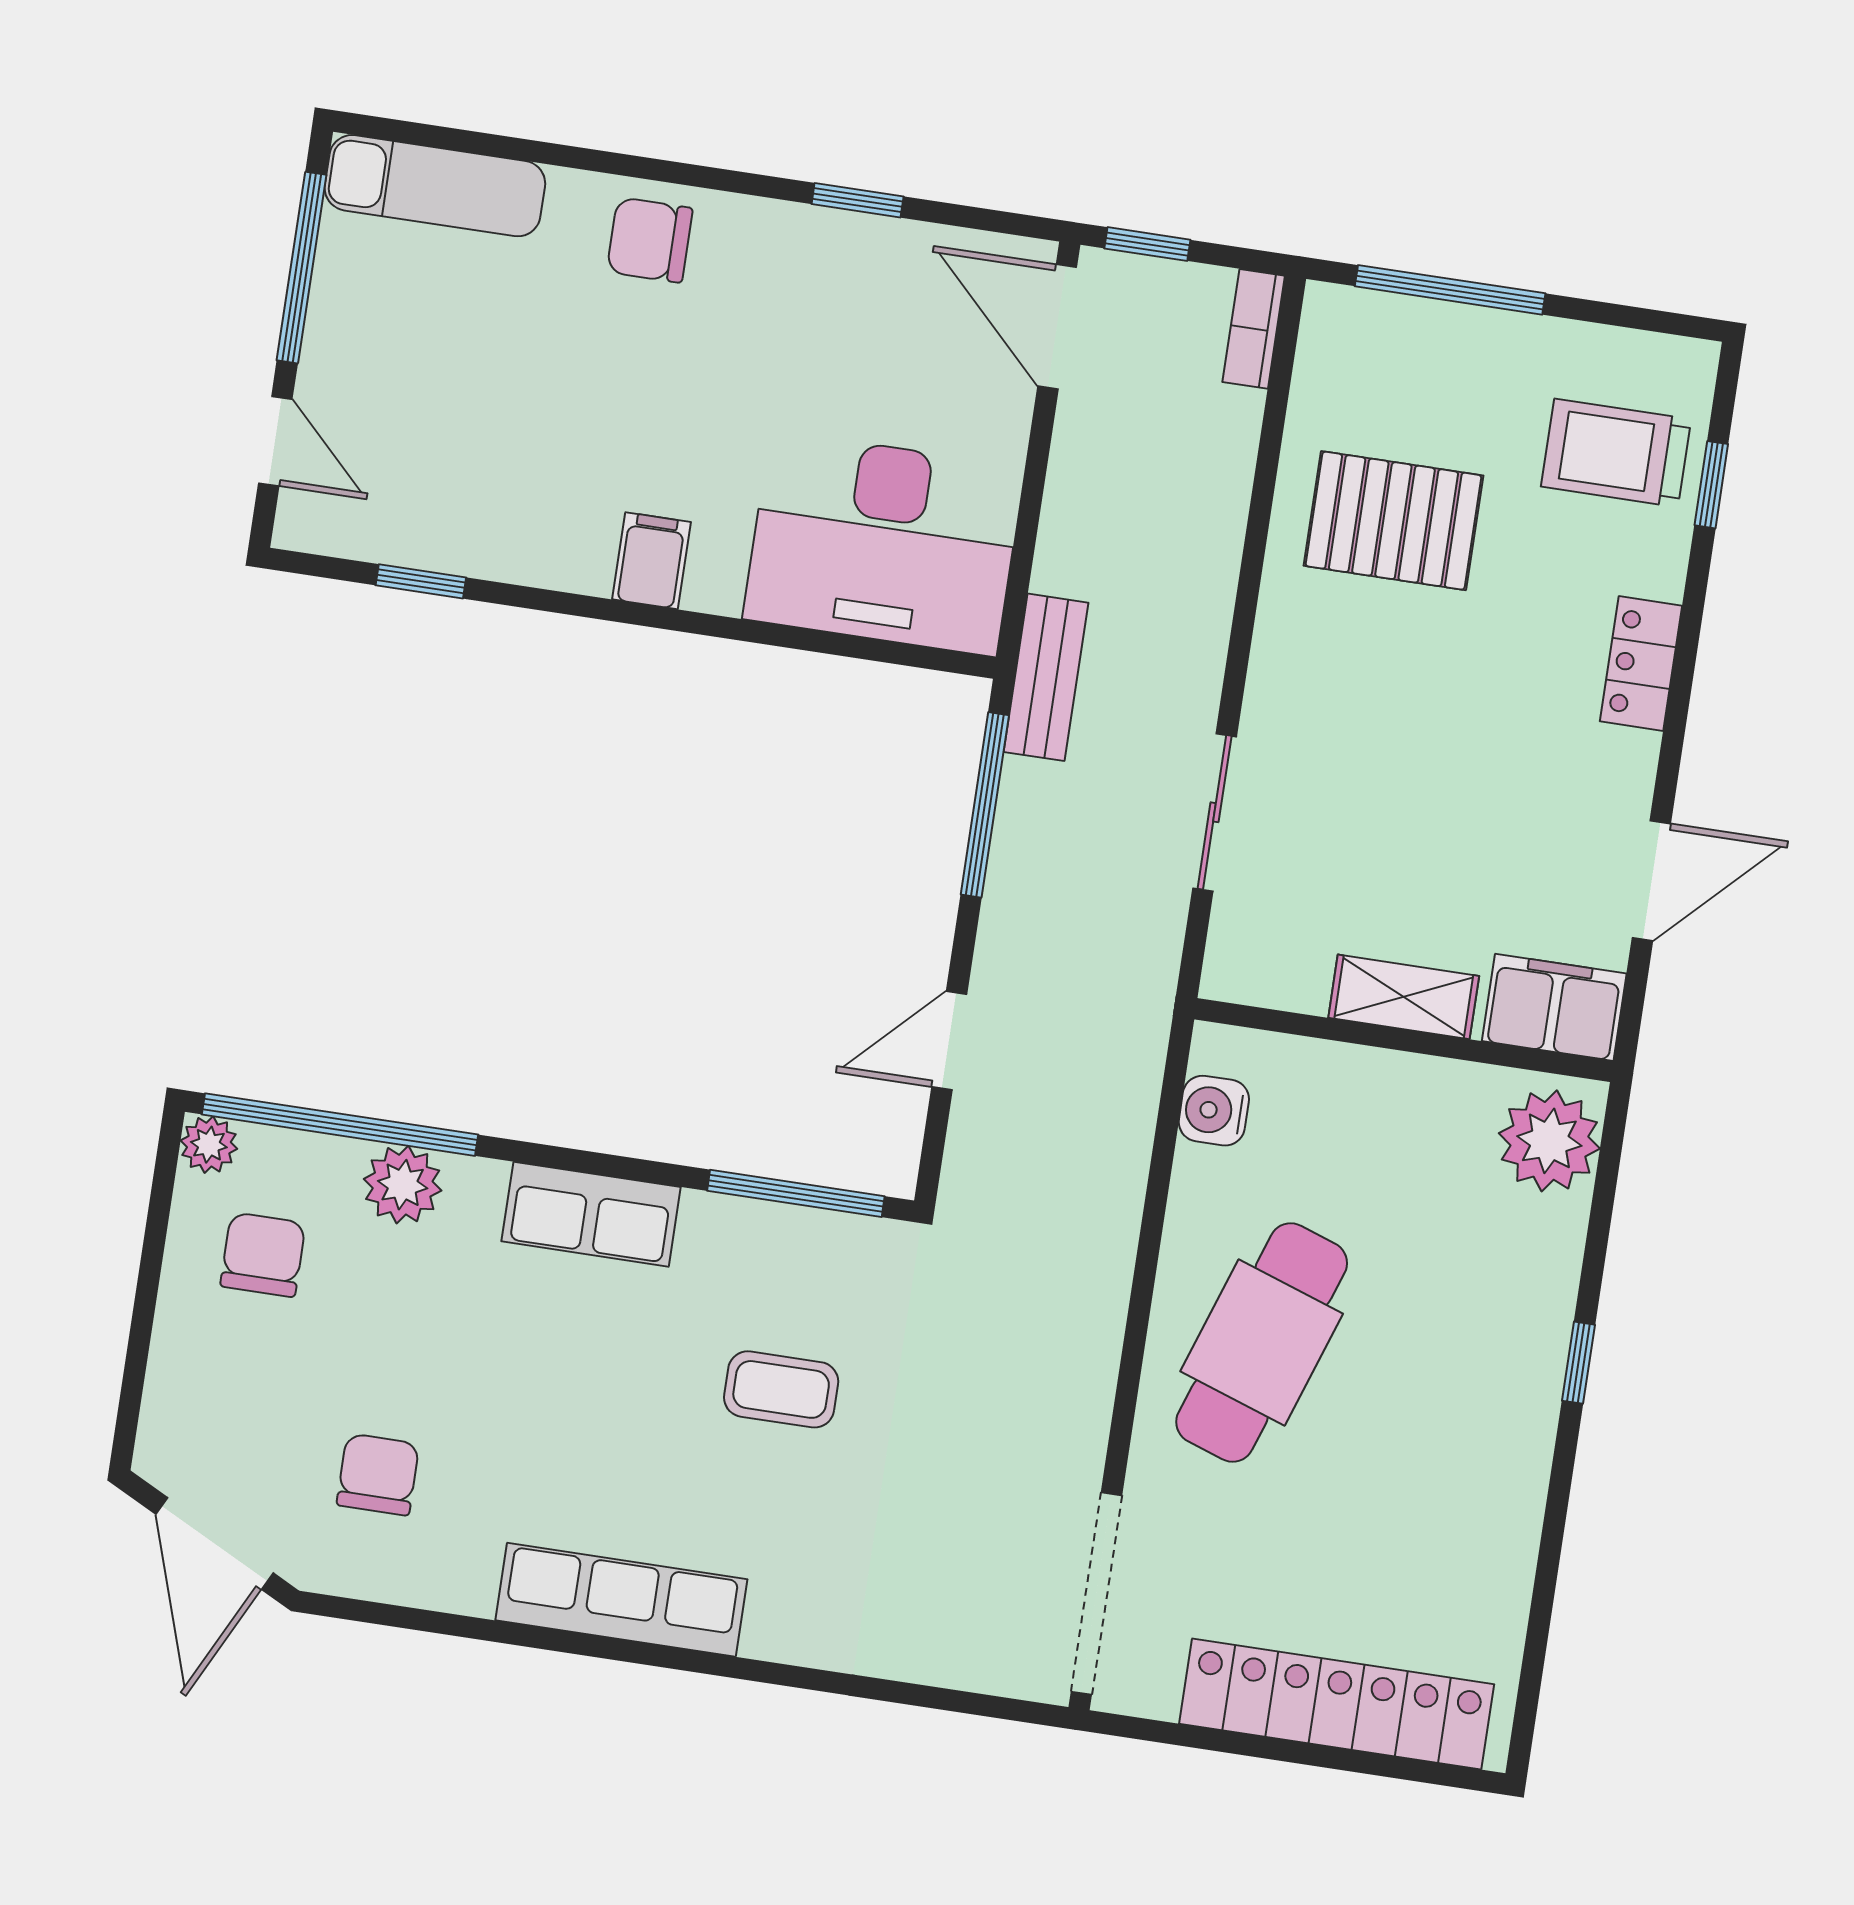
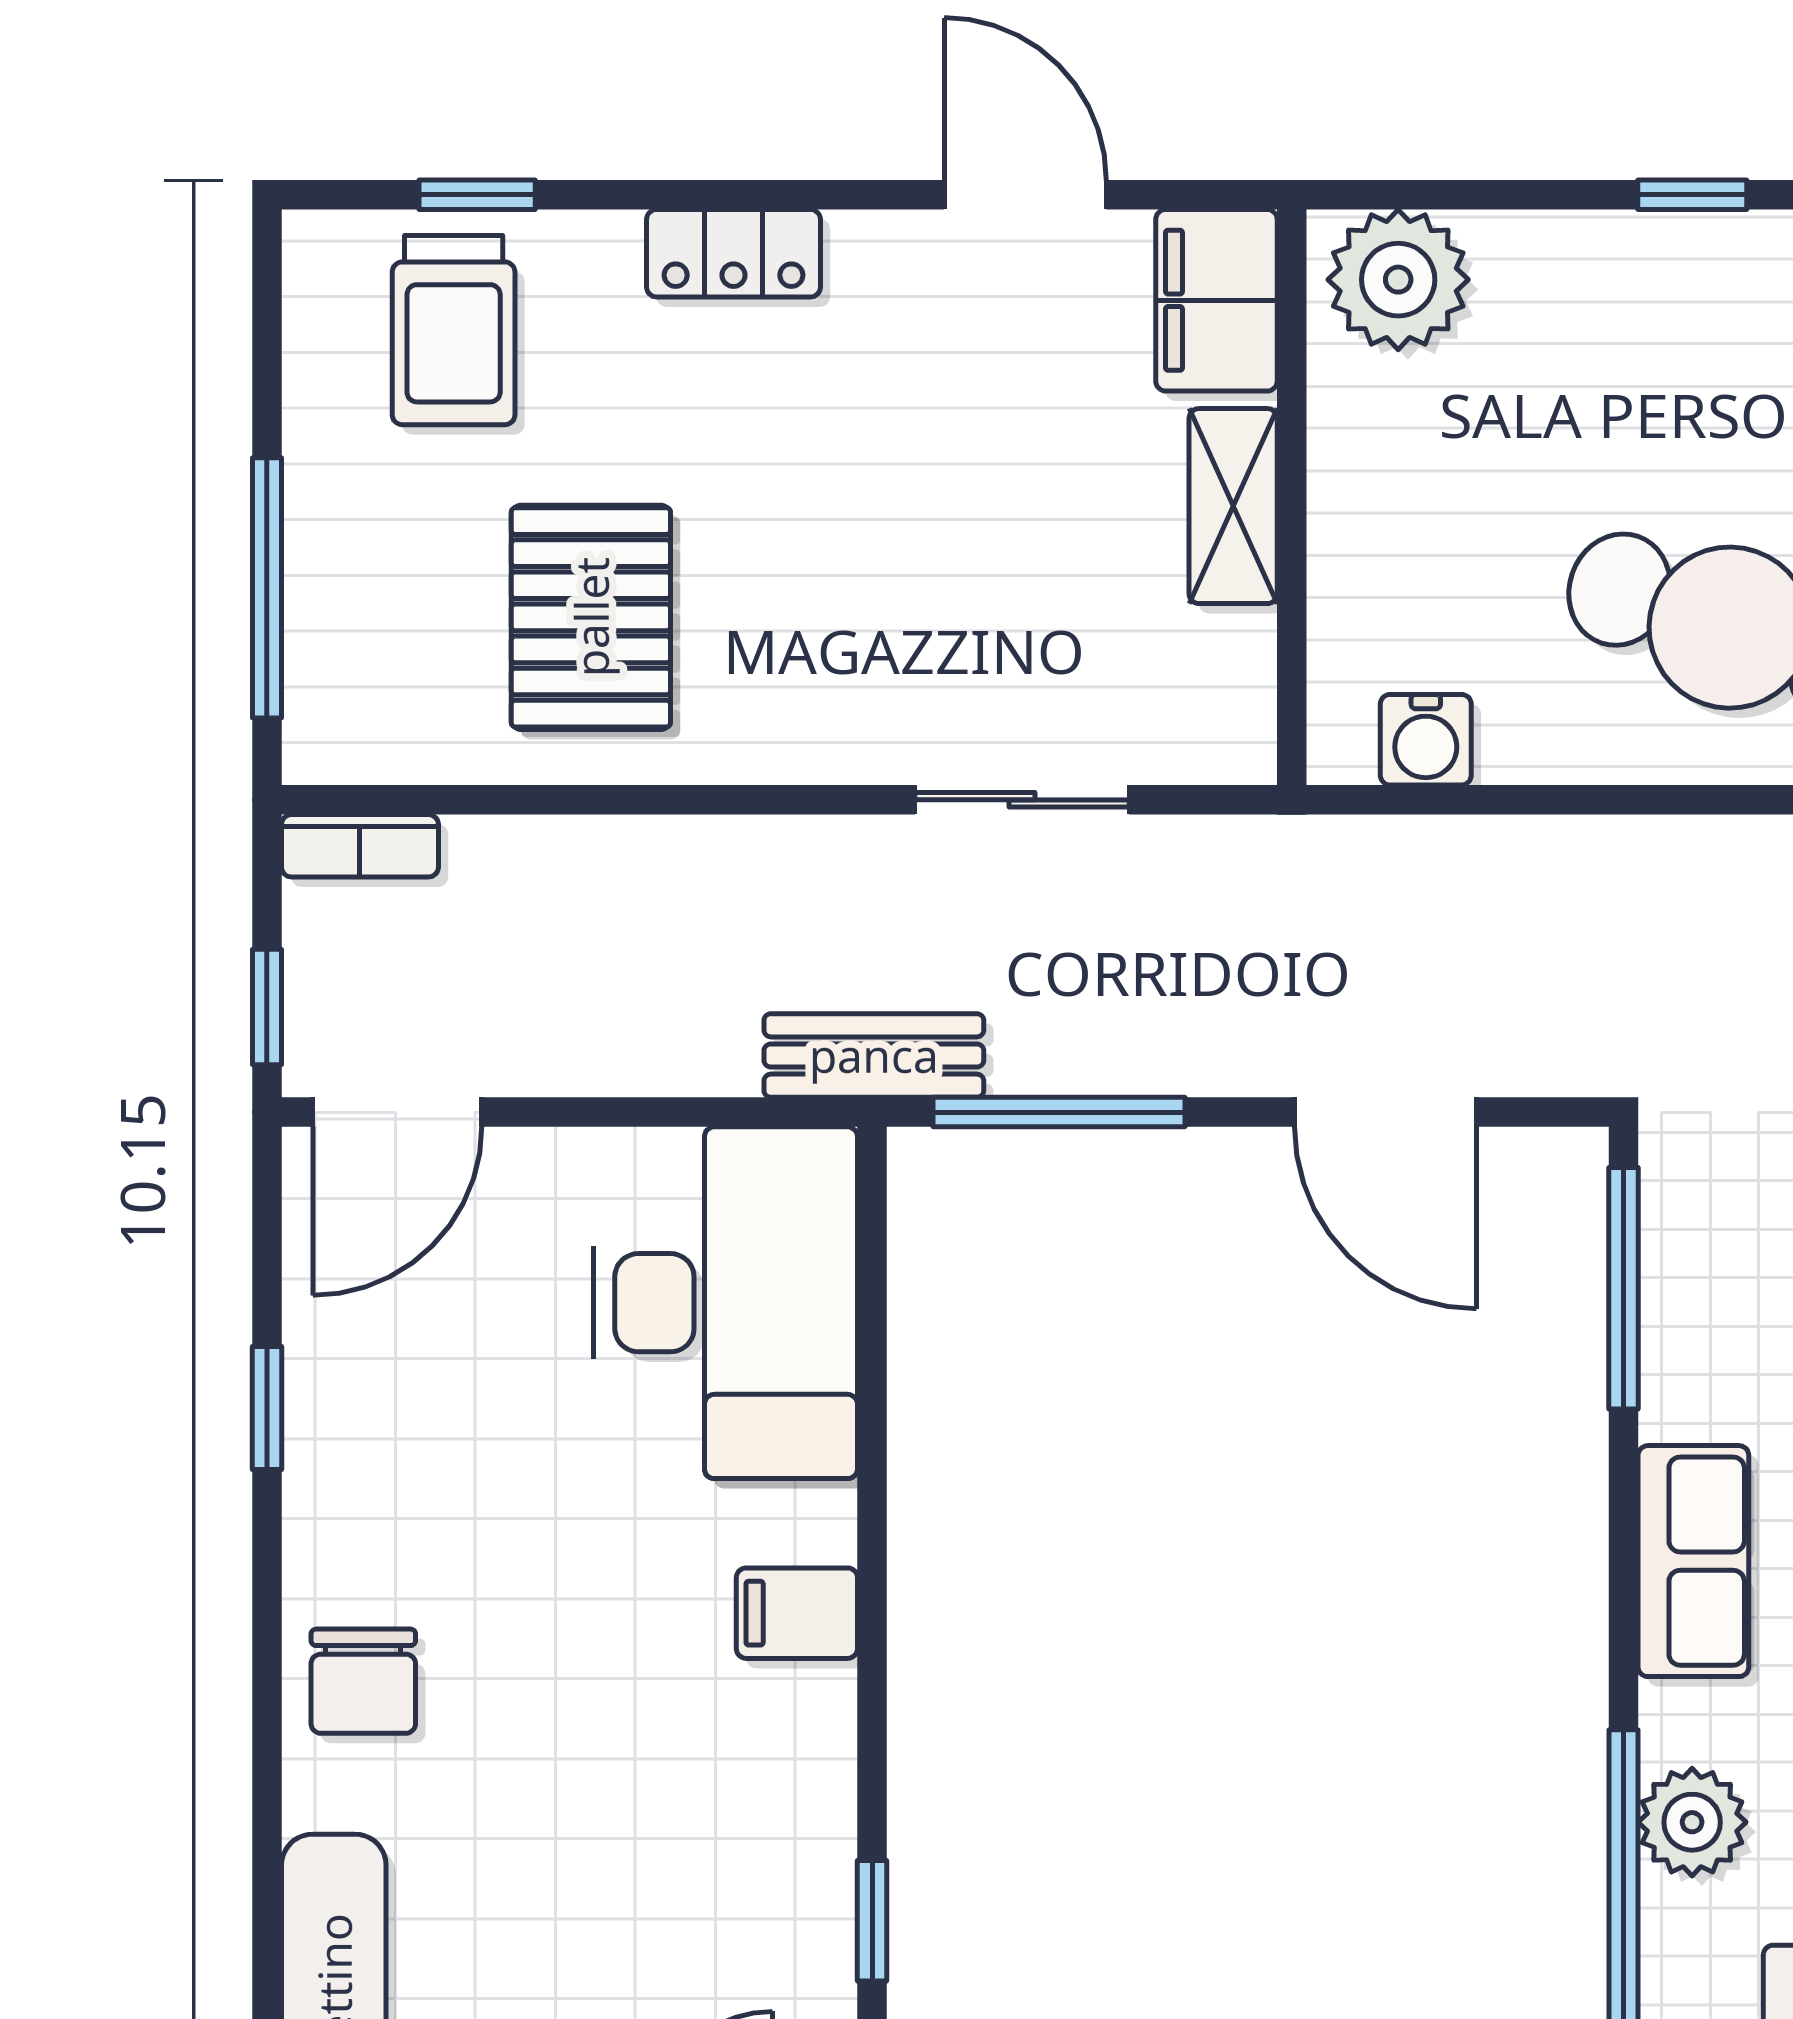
door: (949, 1041) -> (1385, 1112), width x1.38

